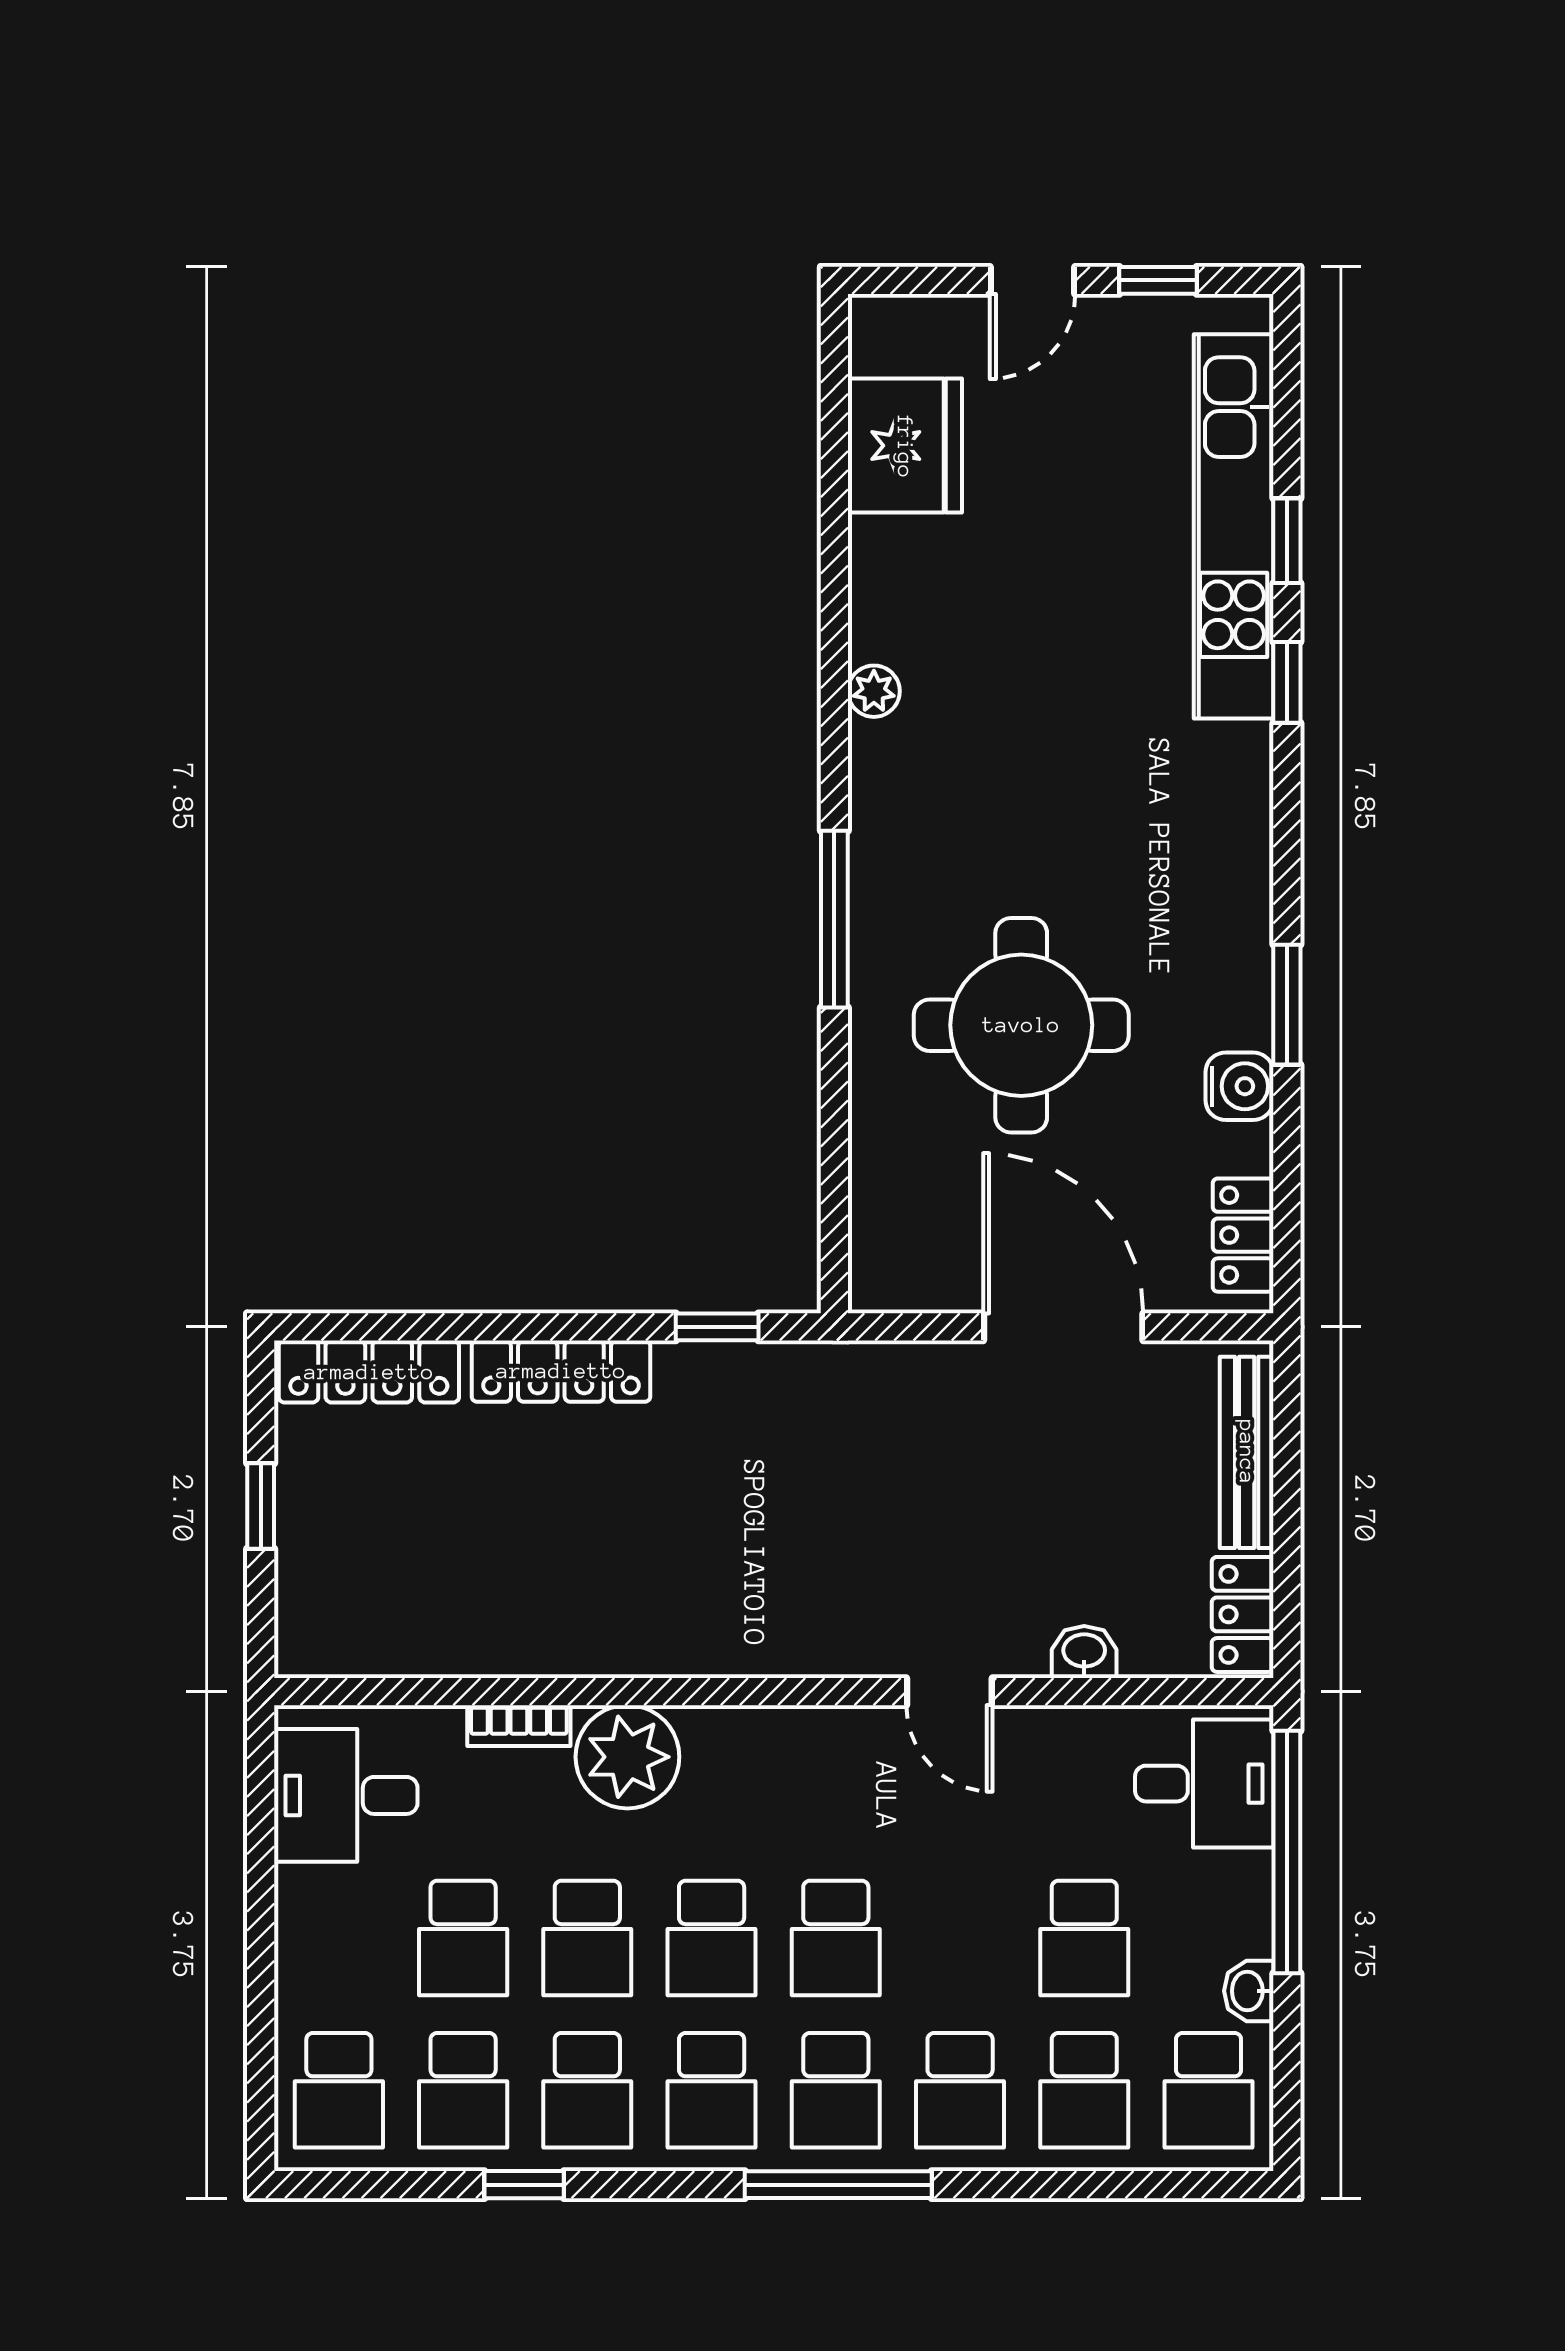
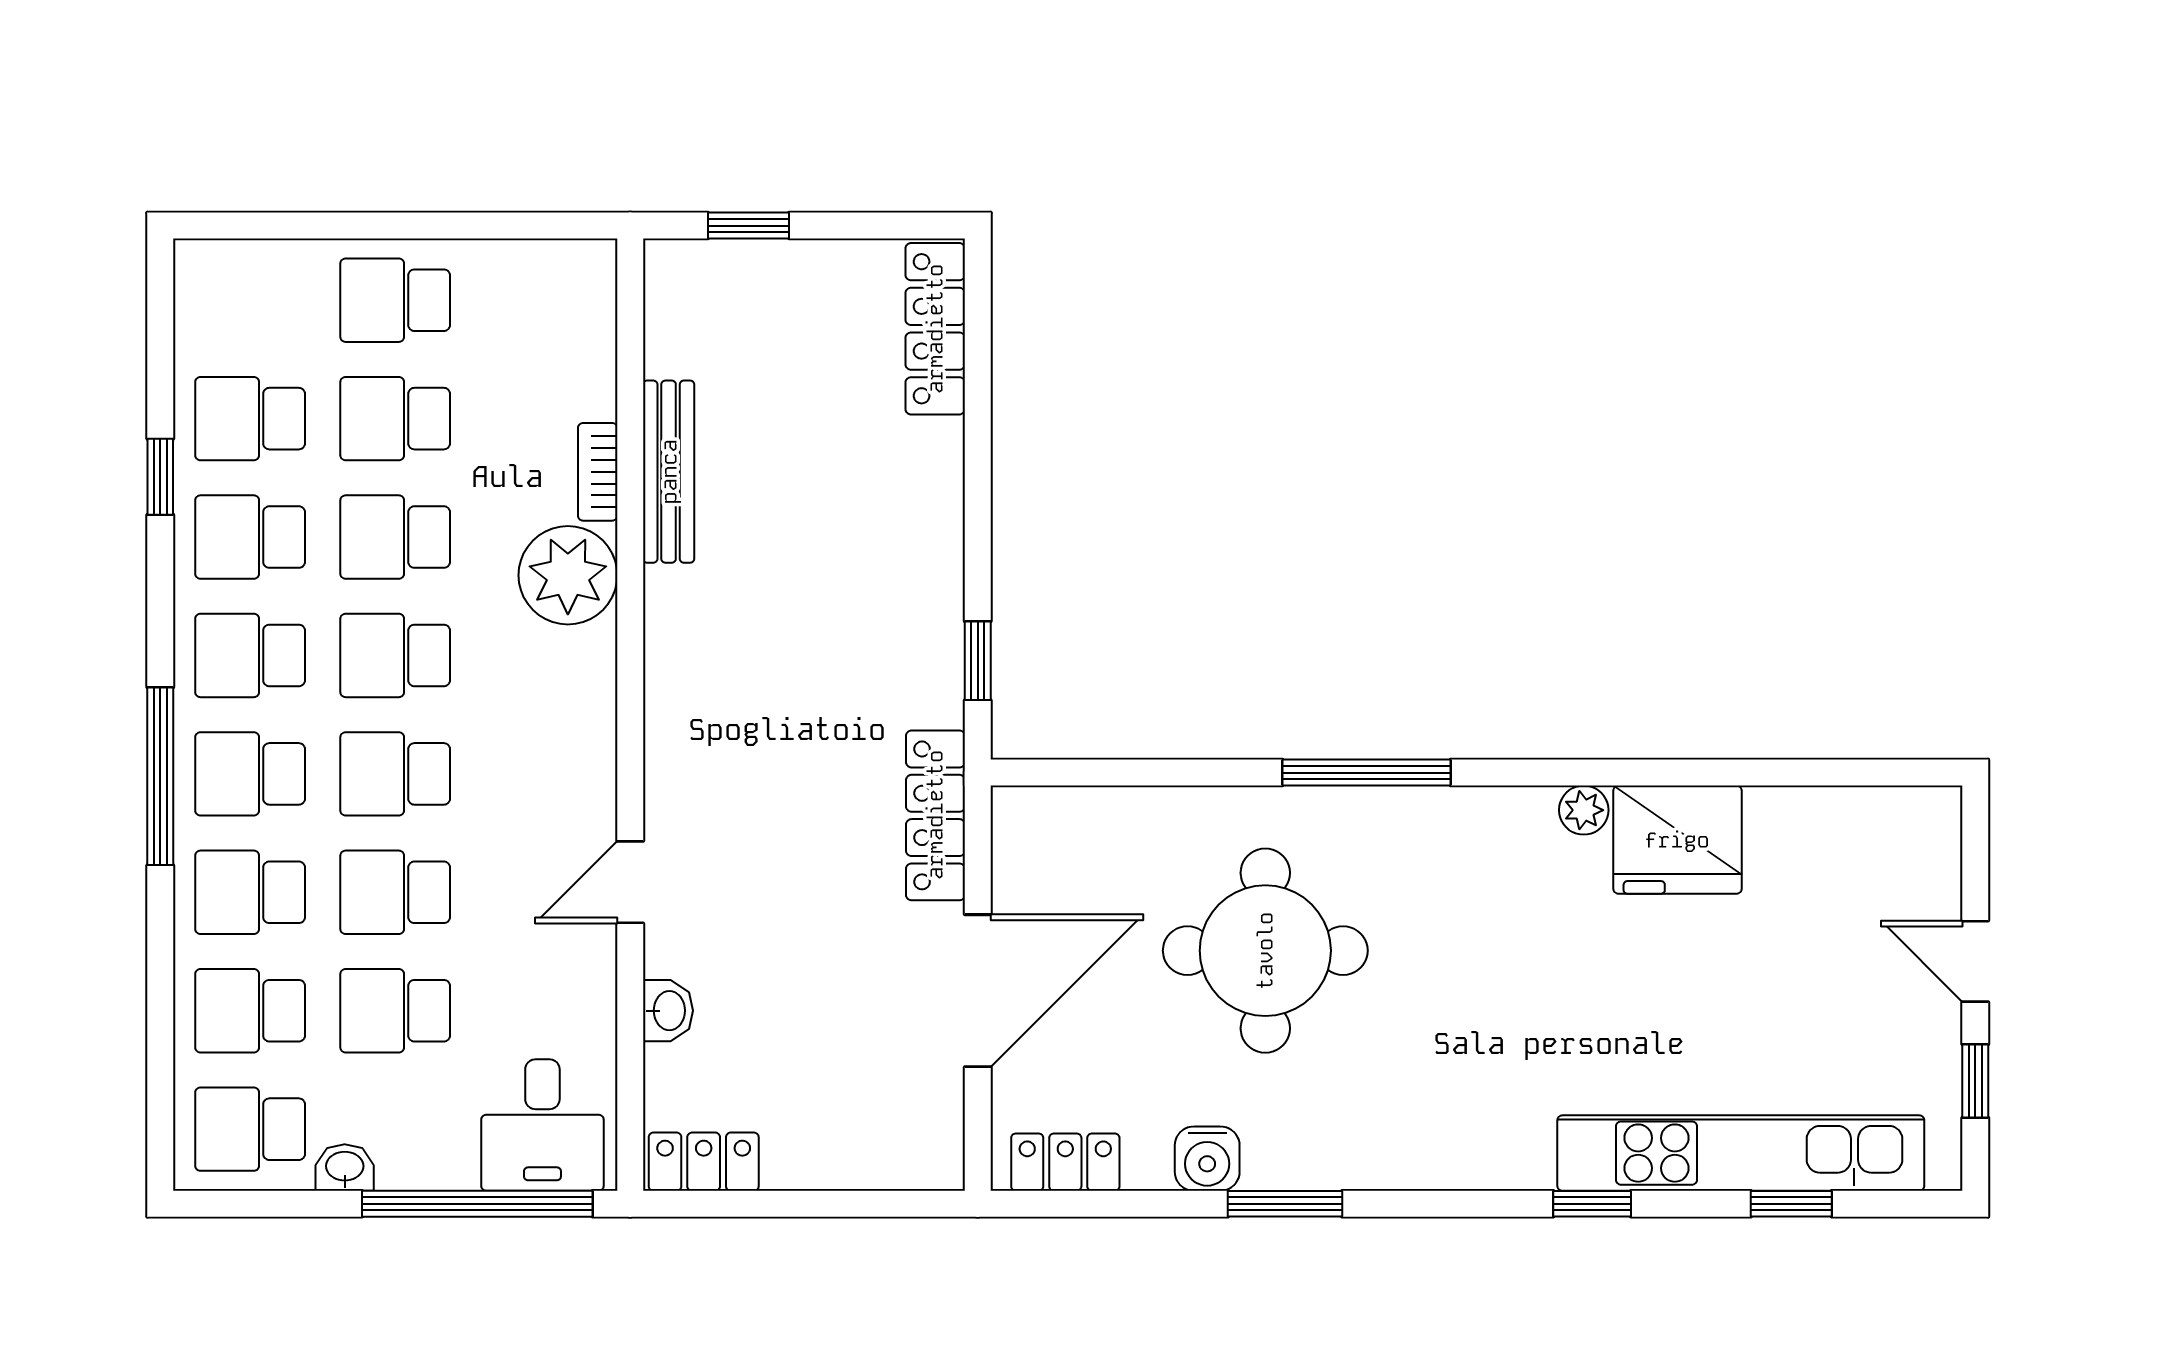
fridge: (905, 446) -> (1677, 840), moved
window: (1287, 541) -> (1791, 1204), moved
locker: (561, 1371) -> (935, 815), moved
bench: (1247, 1452) -> (669, 472), moved, turned 90
window: (261, 1506) -> (749, 226), moved
desk: (346, 1795) -> (531, 307), removed
school desk: (960, 1938) -> (395, 892), added
school desk: (339, 2090) -> (395, 300), moved

